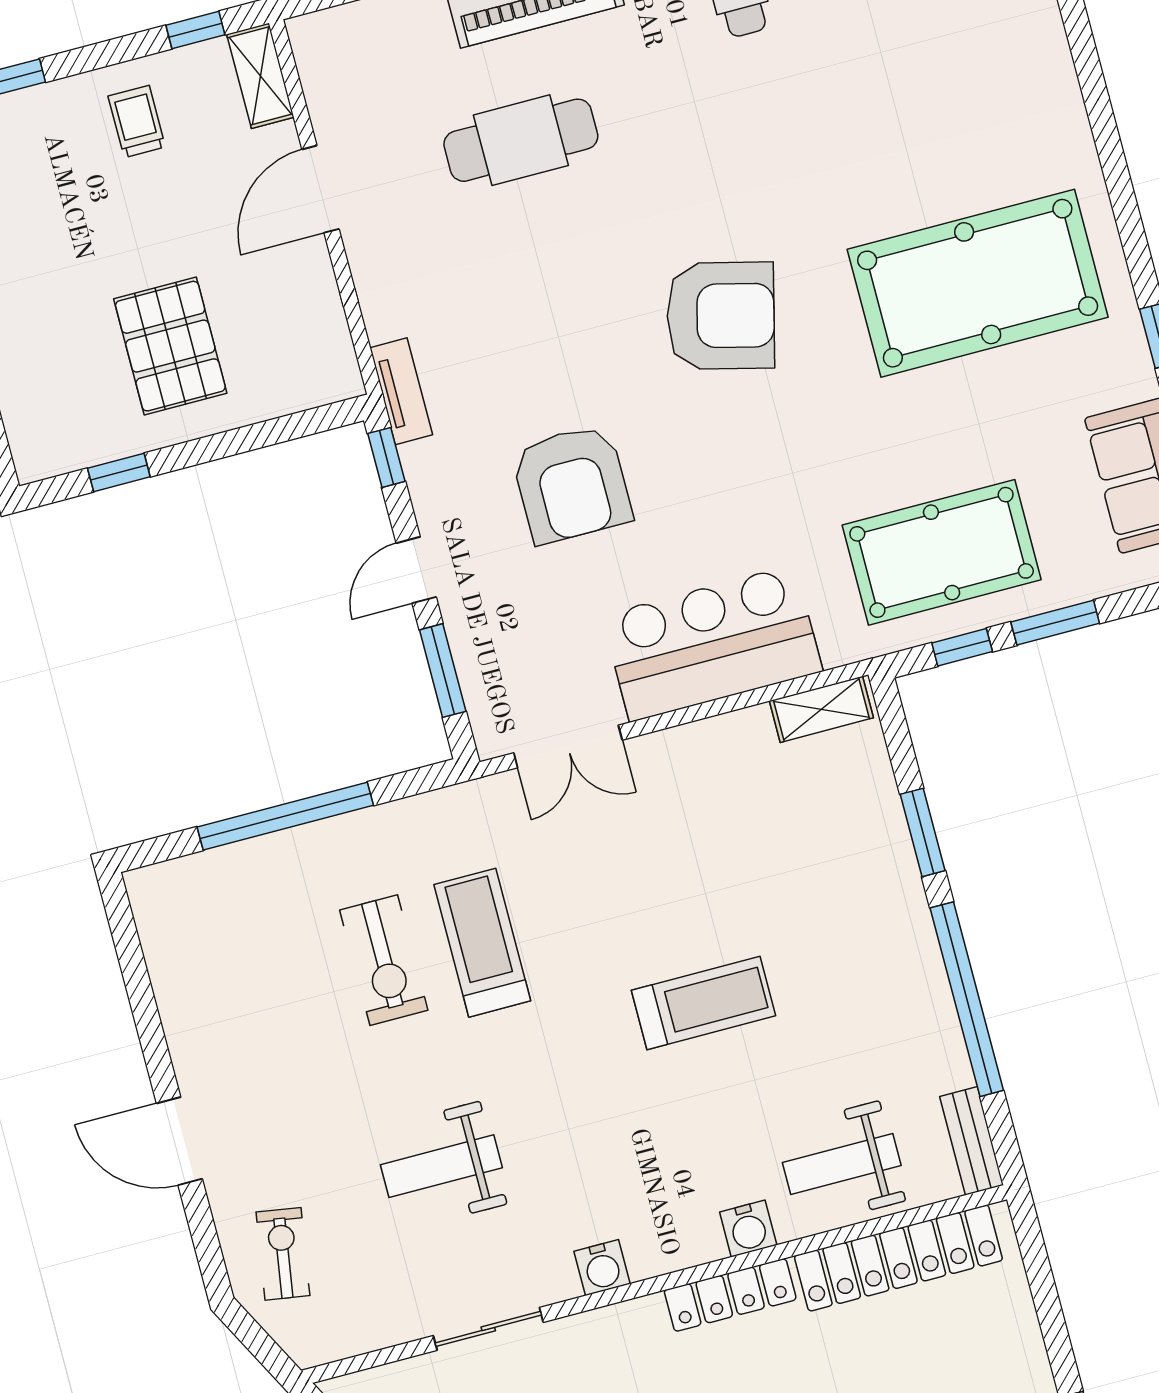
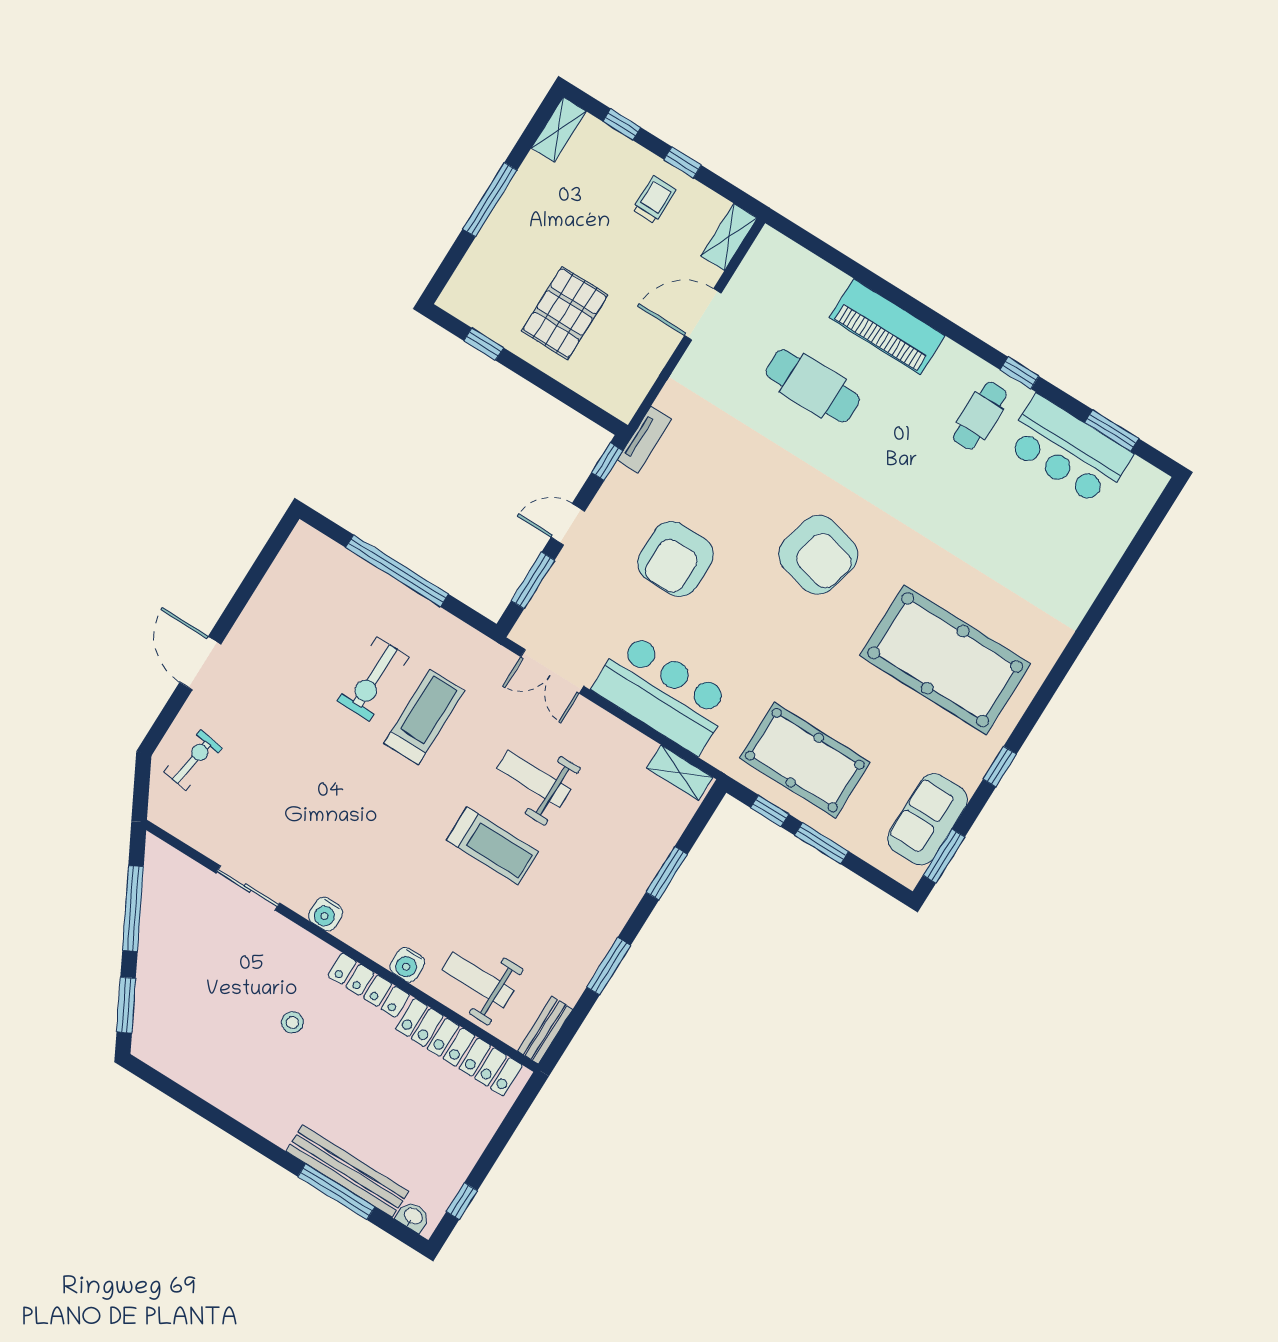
window: (195, 30) -> (683, 162), moved
window: (967, 999) -> (609, 966), width x0.47
weight bench: (441, 1166) -> (534, 779), moved

